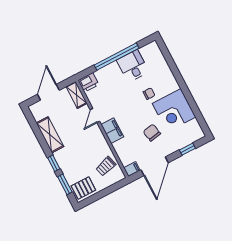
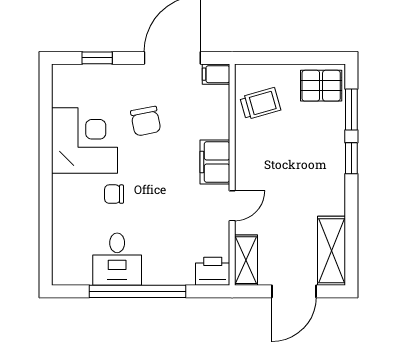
shelving: (50, 135) -> (331, 251), moved

